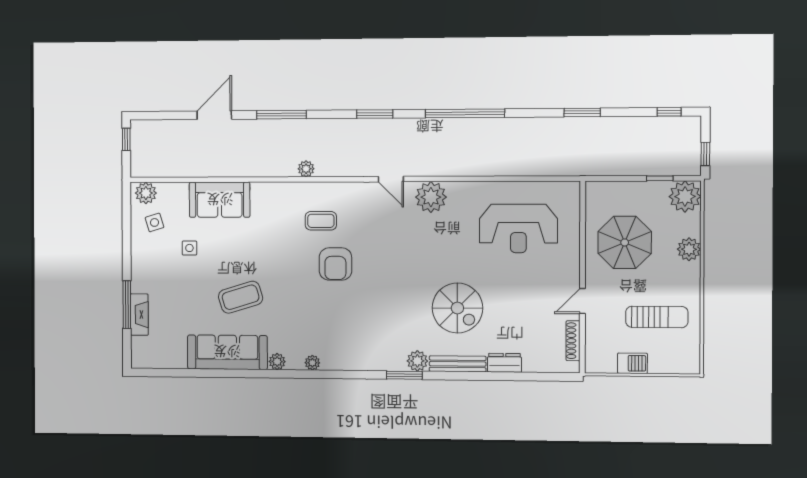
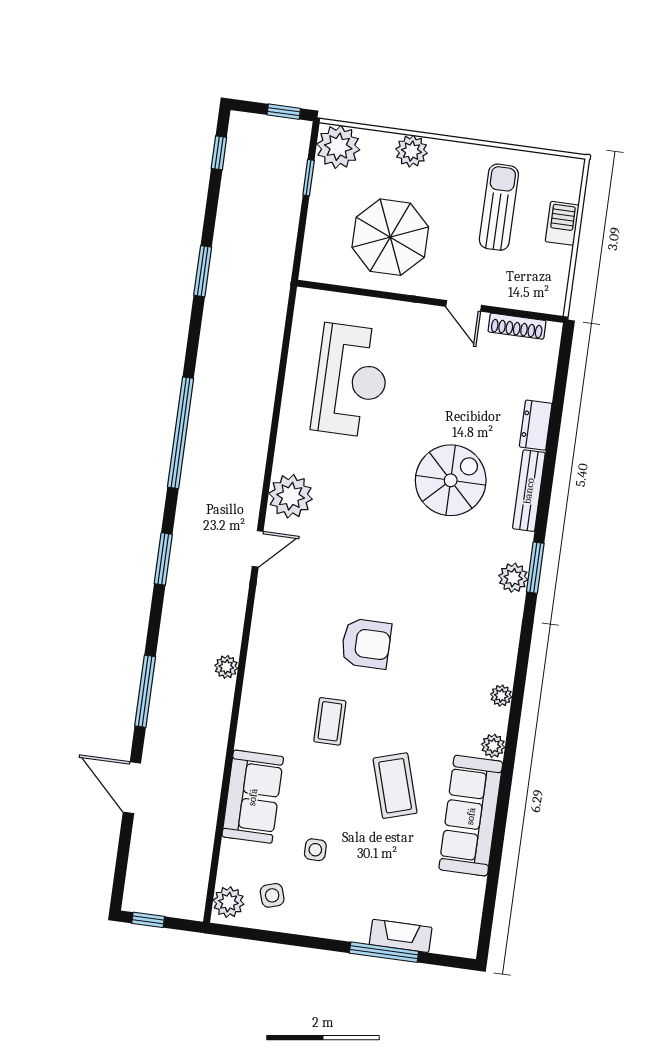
coffee table: (321, 221) -> (330, 721), moved
plant: (417, 361) -> (513, 578), moved
barbecue: (632, 363) -> (562, 223), moved

